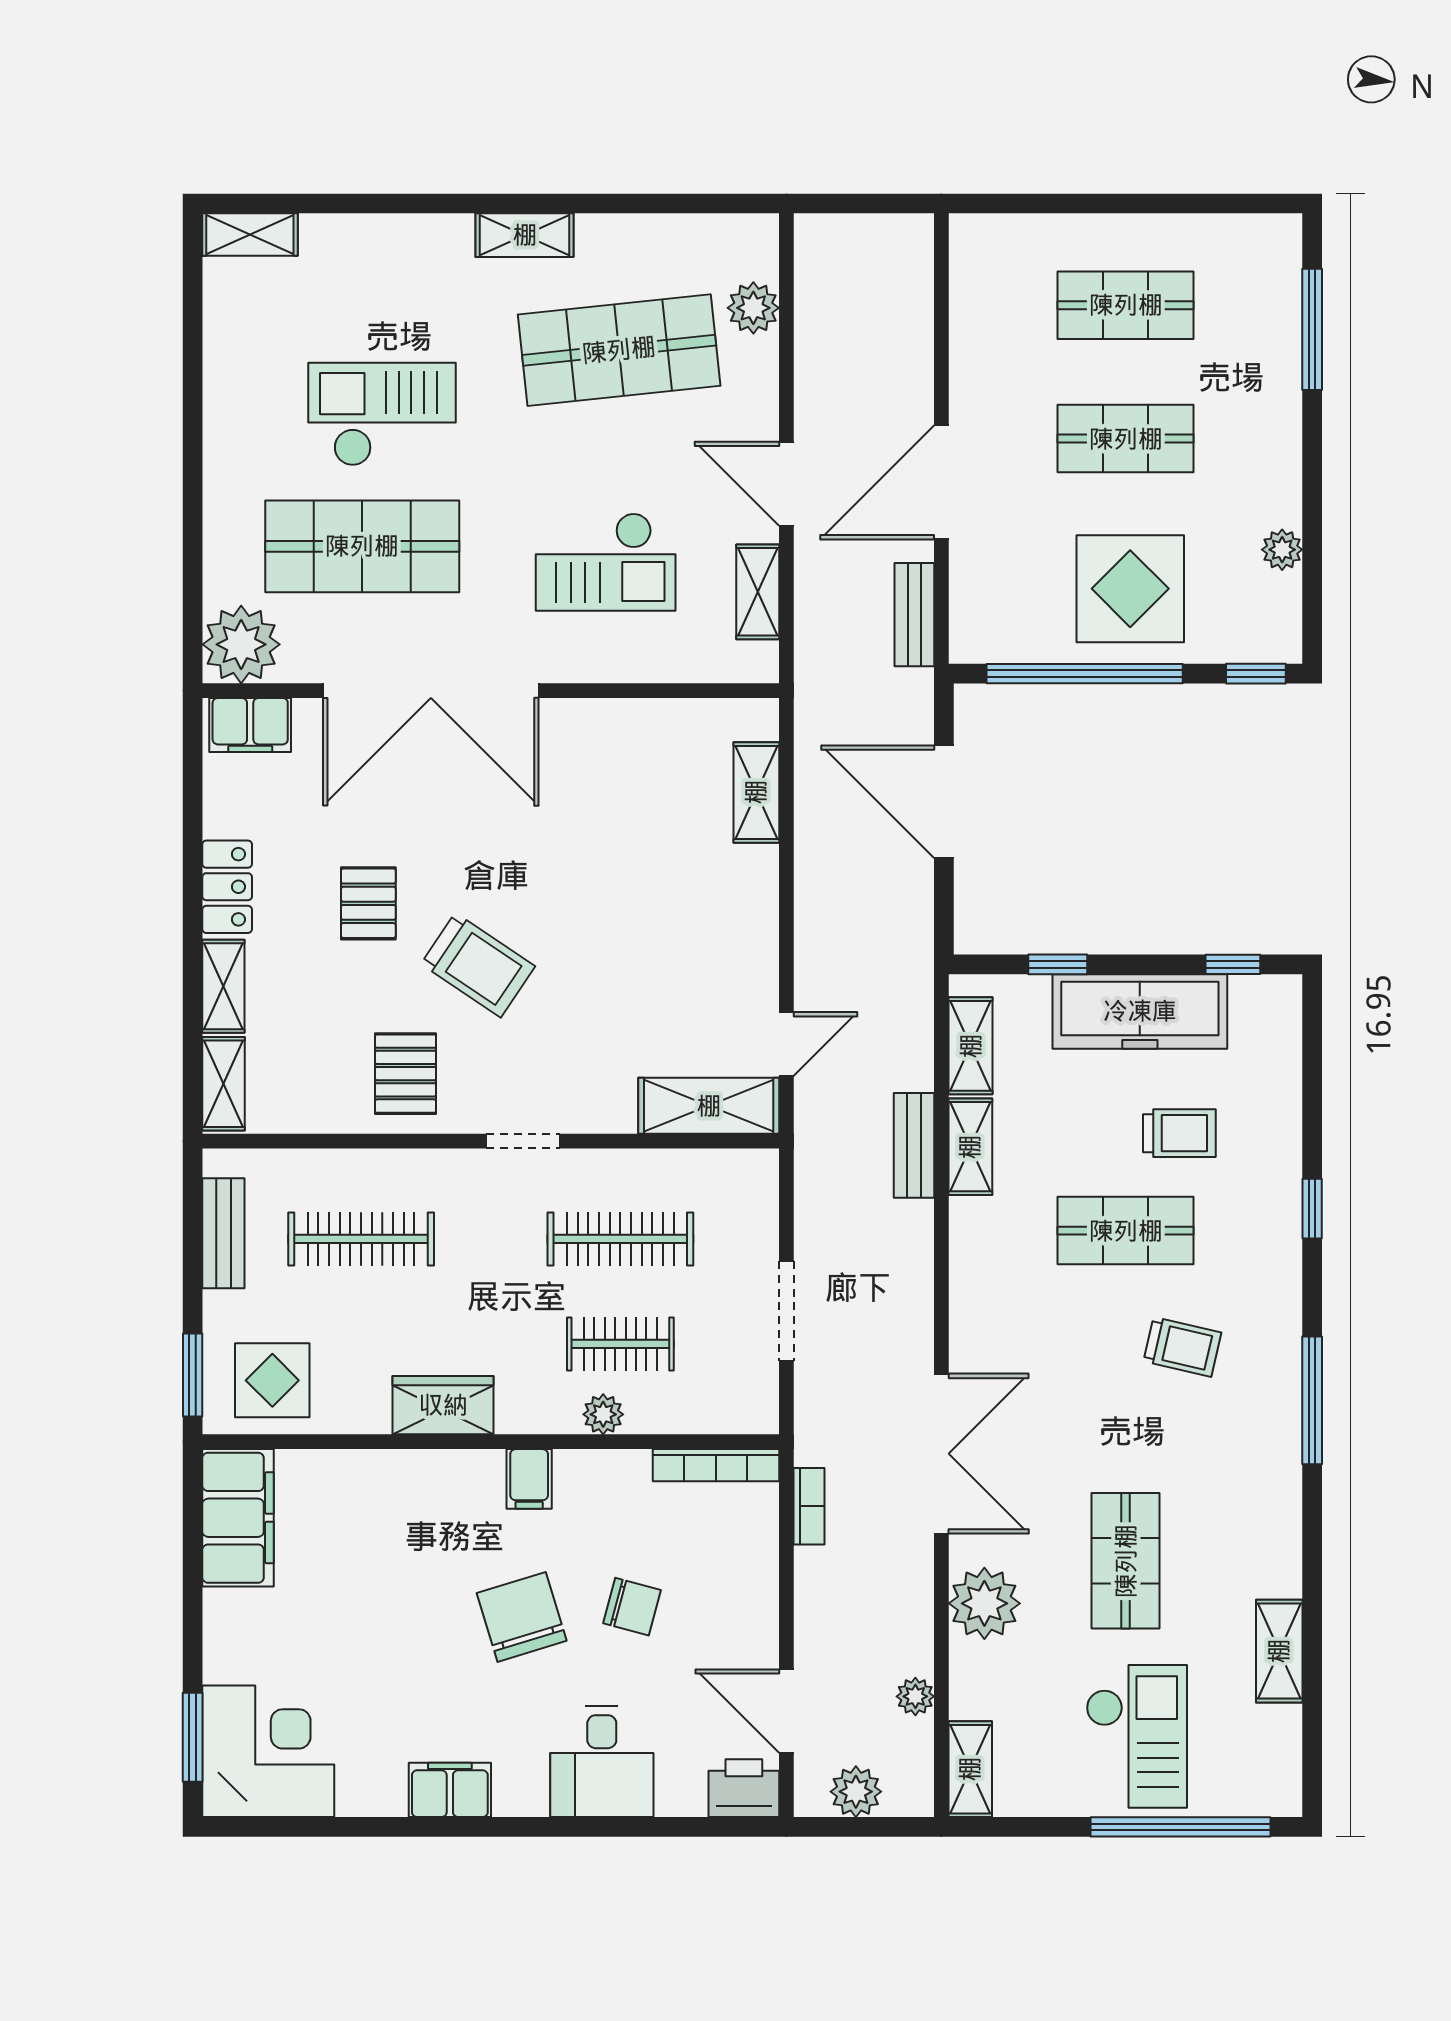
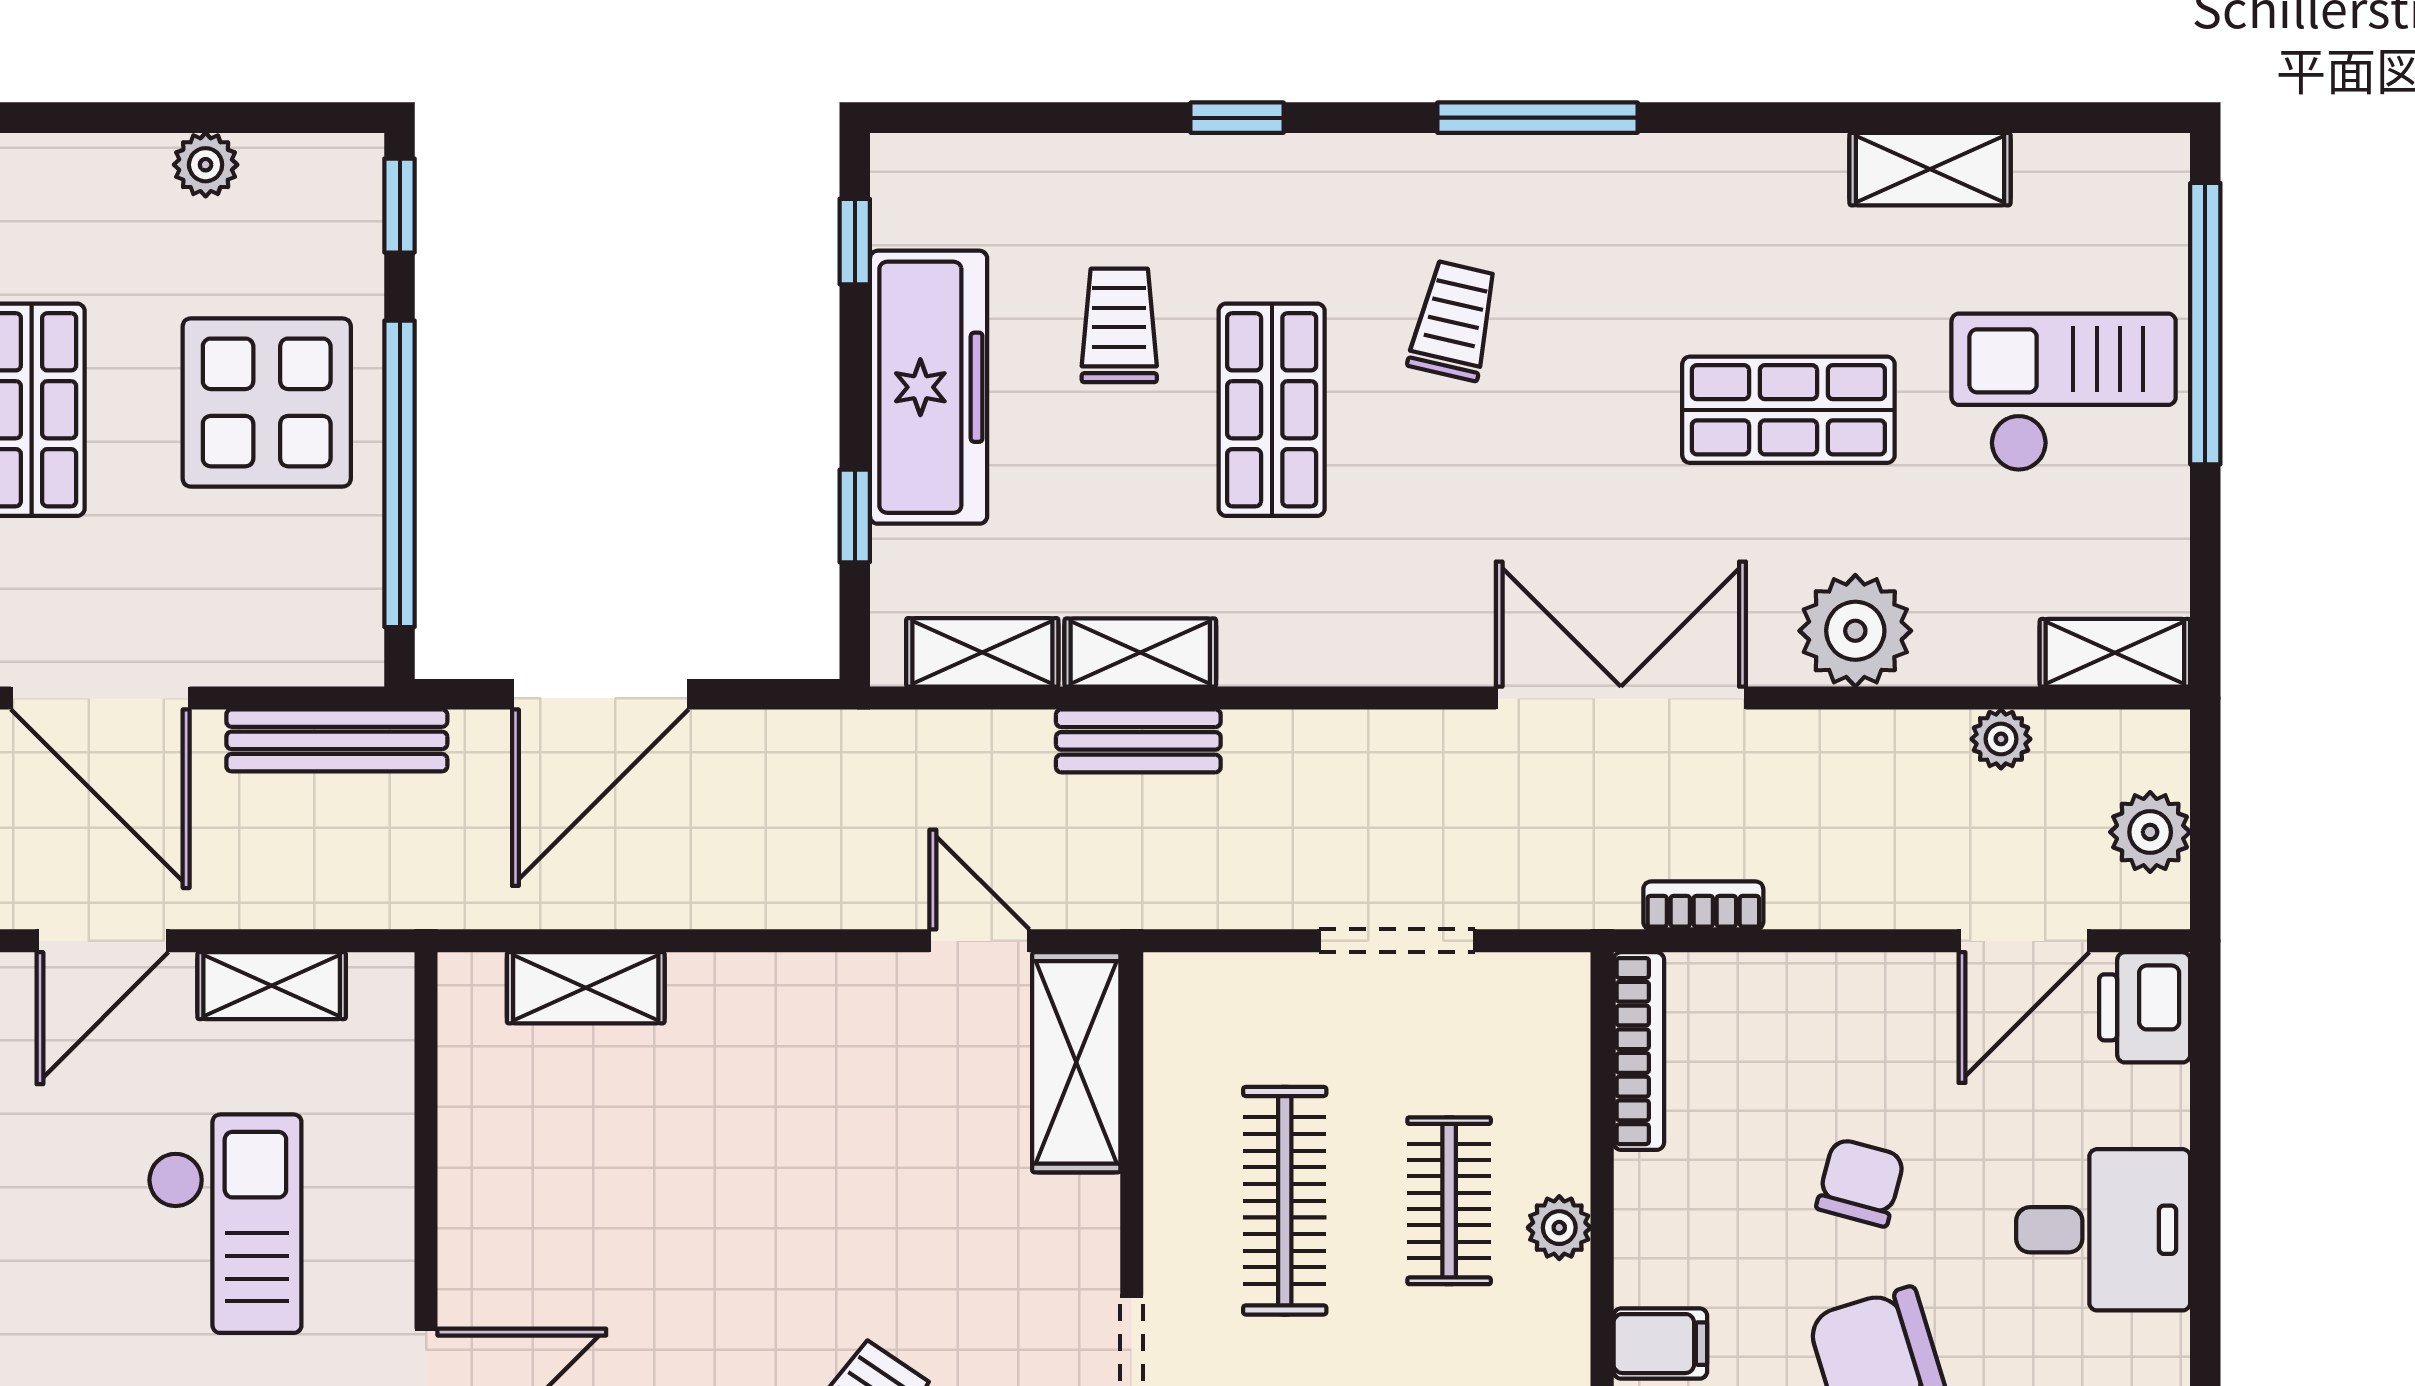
bench: (914, 615) -> (337, 740), width x1.36

